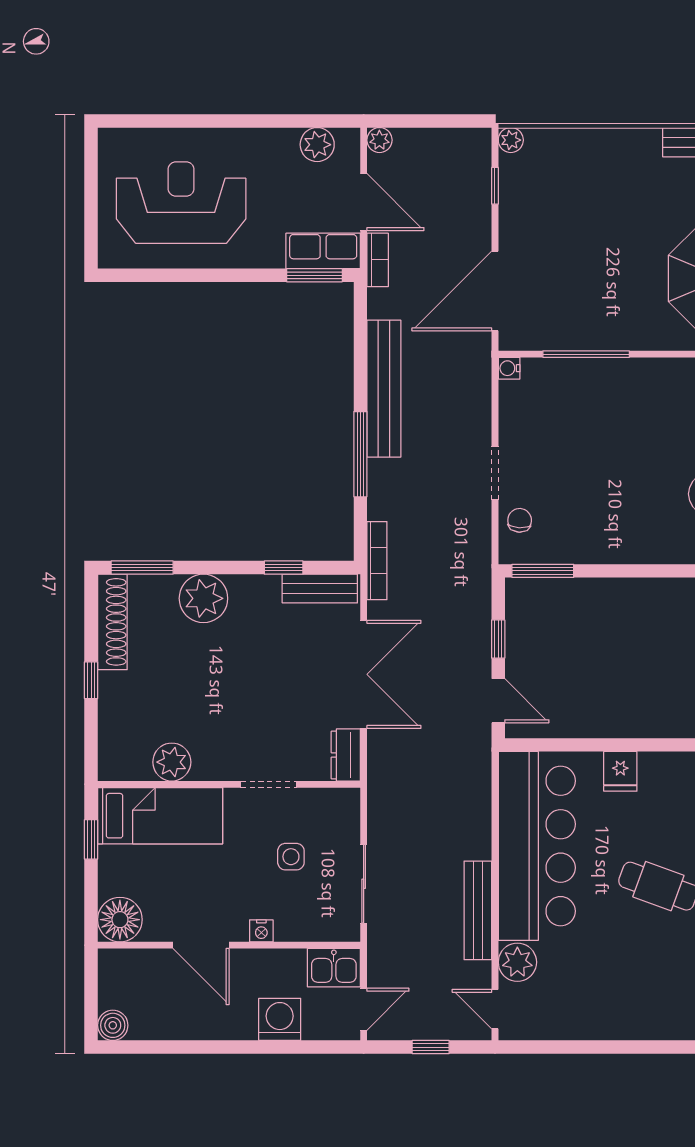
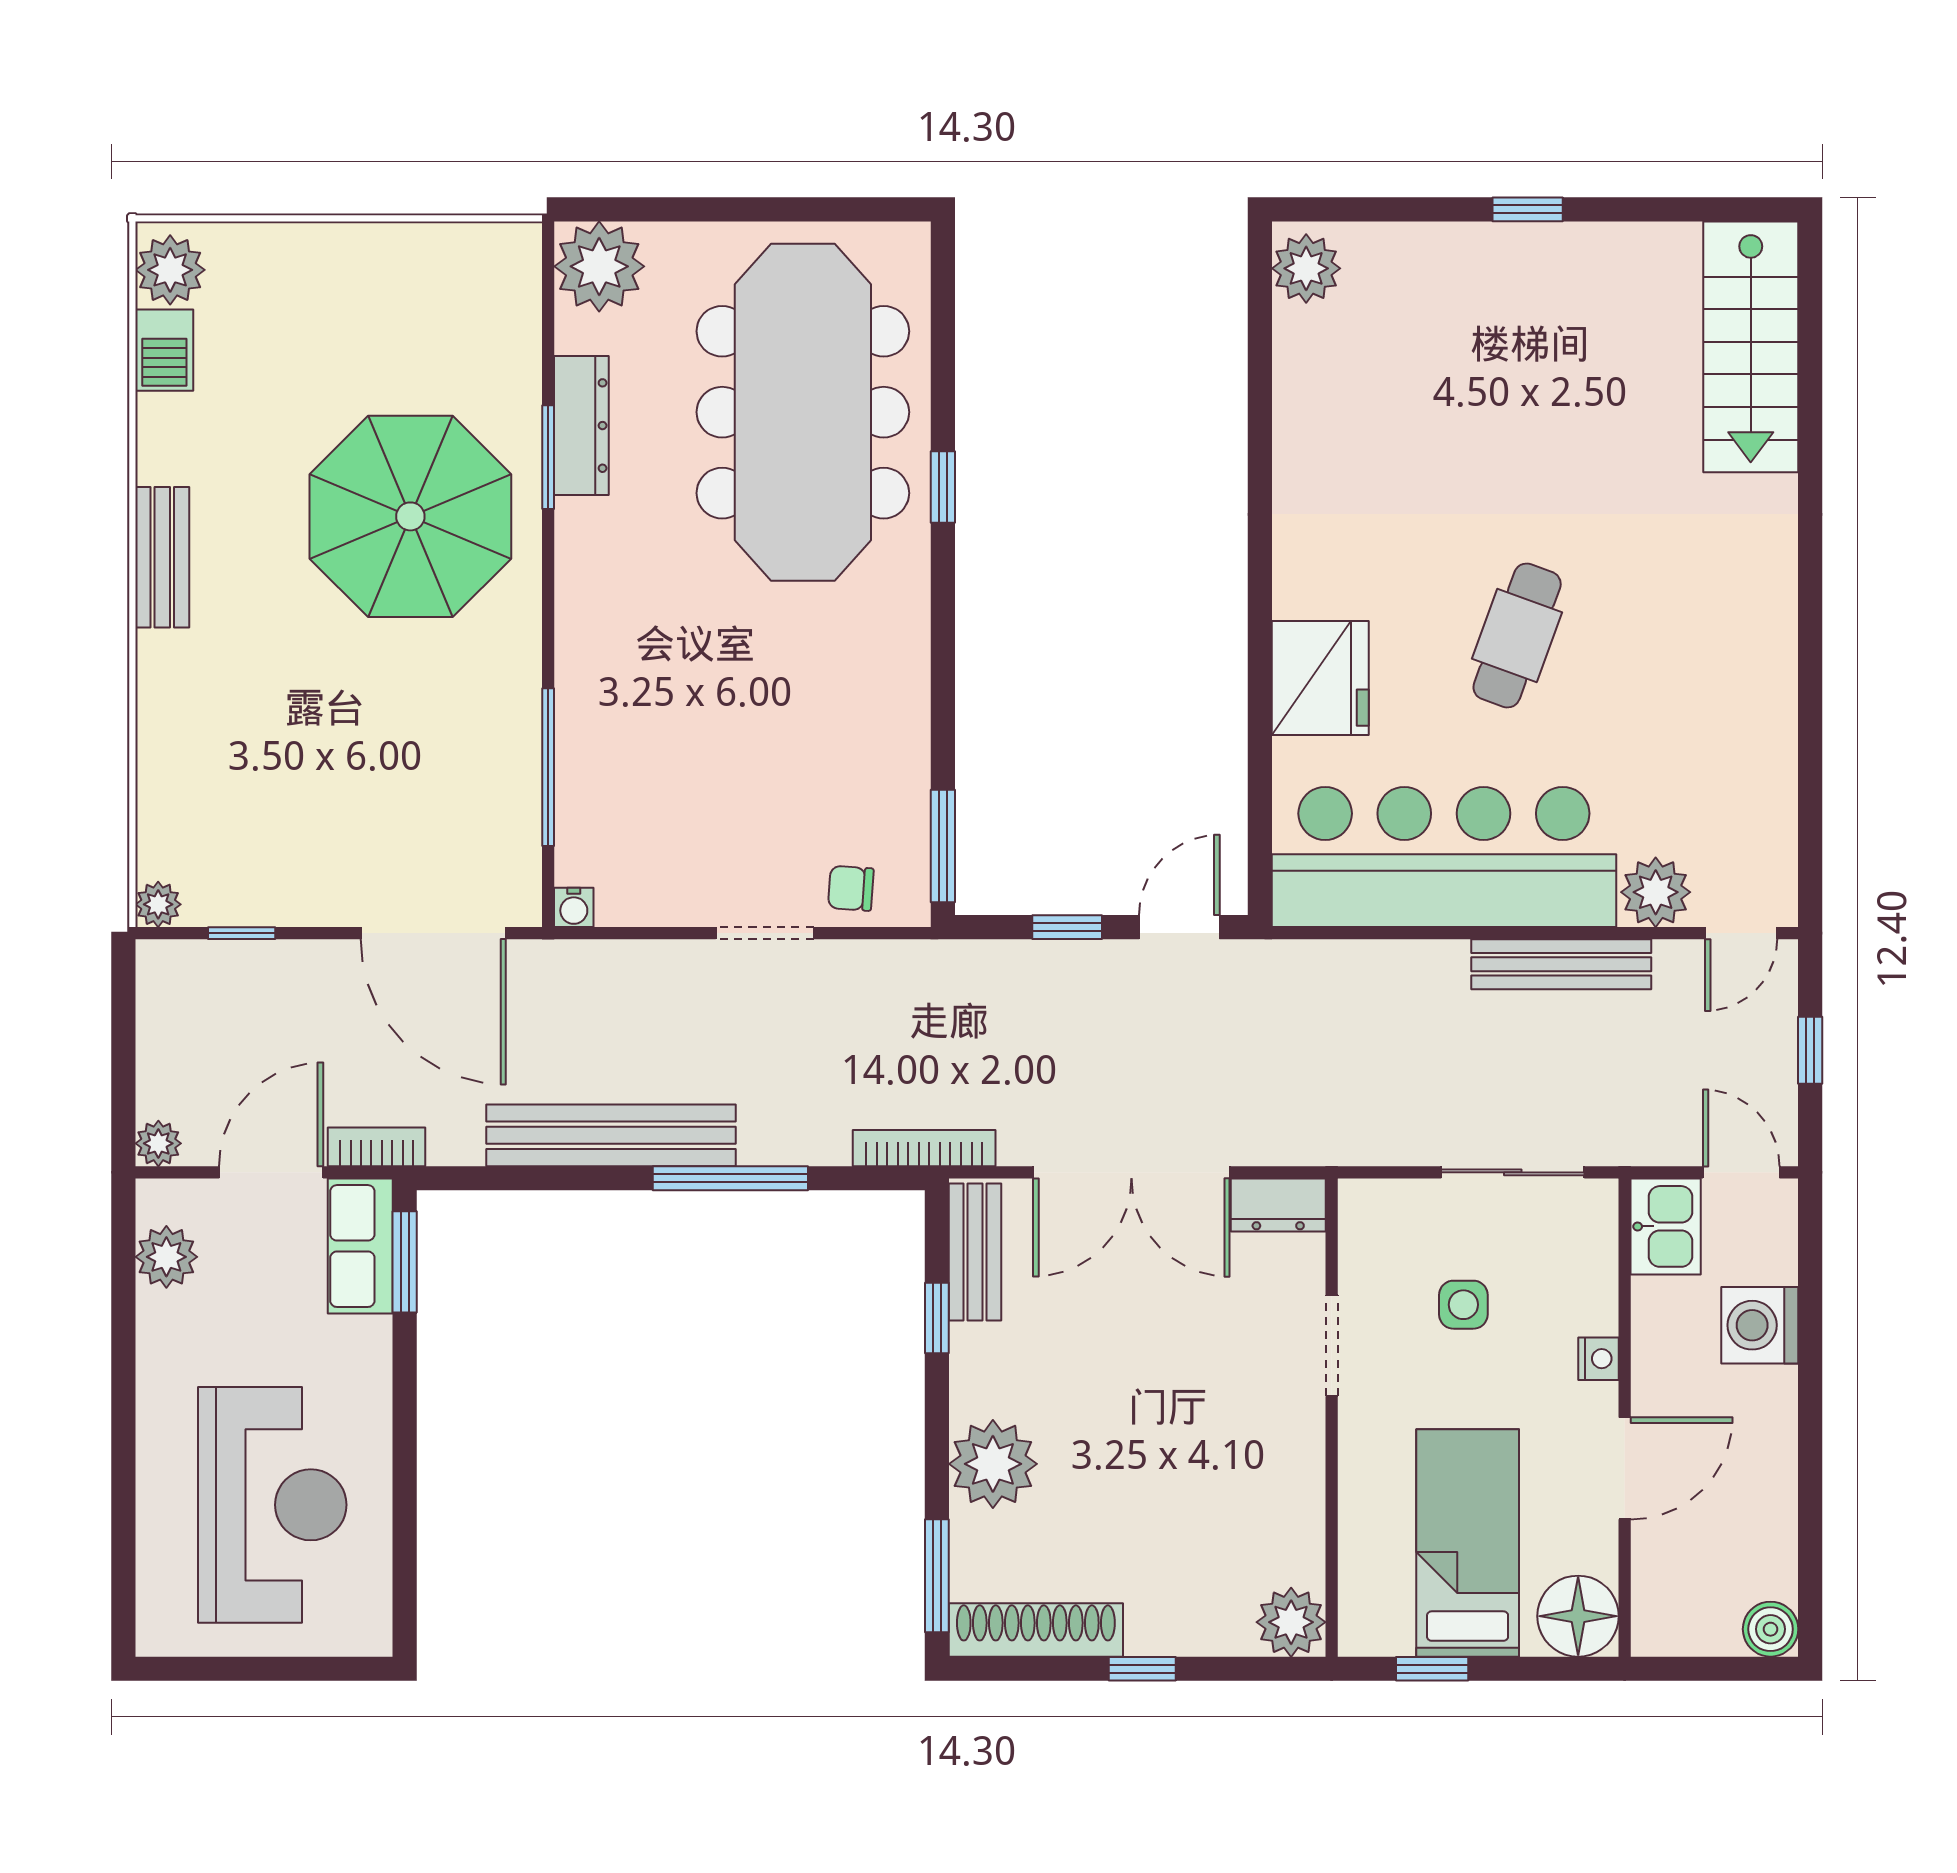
reception desk: (181, 203) -> (272, 1505), turned 180
double door: (364, 674) -> (1131, 1172), swing flipped
plant: (172, 762) -> (1291, 1622), moved
fridge: (620, 771) -> (1320, 678), width x1.88, depth x1.34
bed: (160, 816) -> (1468, 1543), moved

